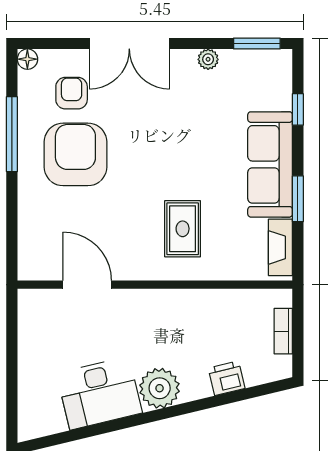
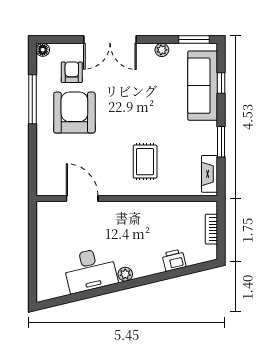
sofa: (270, 164) -> (203, 86), moved
plant: (160, 388) -> (125, 274), width x0.53, depth x0.53

